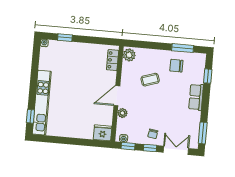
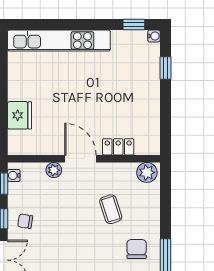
locker: (113, 60) -> (118, 147), moved
window: (30, 116) -> (134, 24), moved
fridge: (103, 133) -> (20, 115), moved

